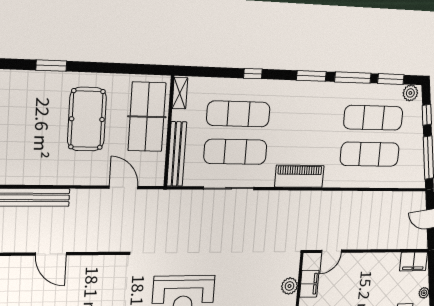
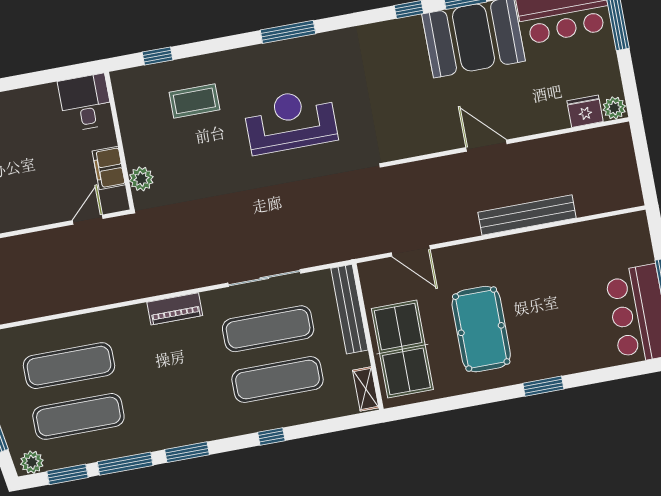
piano: (299, 176) -> (175, 309), width x0.73, depth x0.75
plant: (289, 286) -> (141, 179), moved

